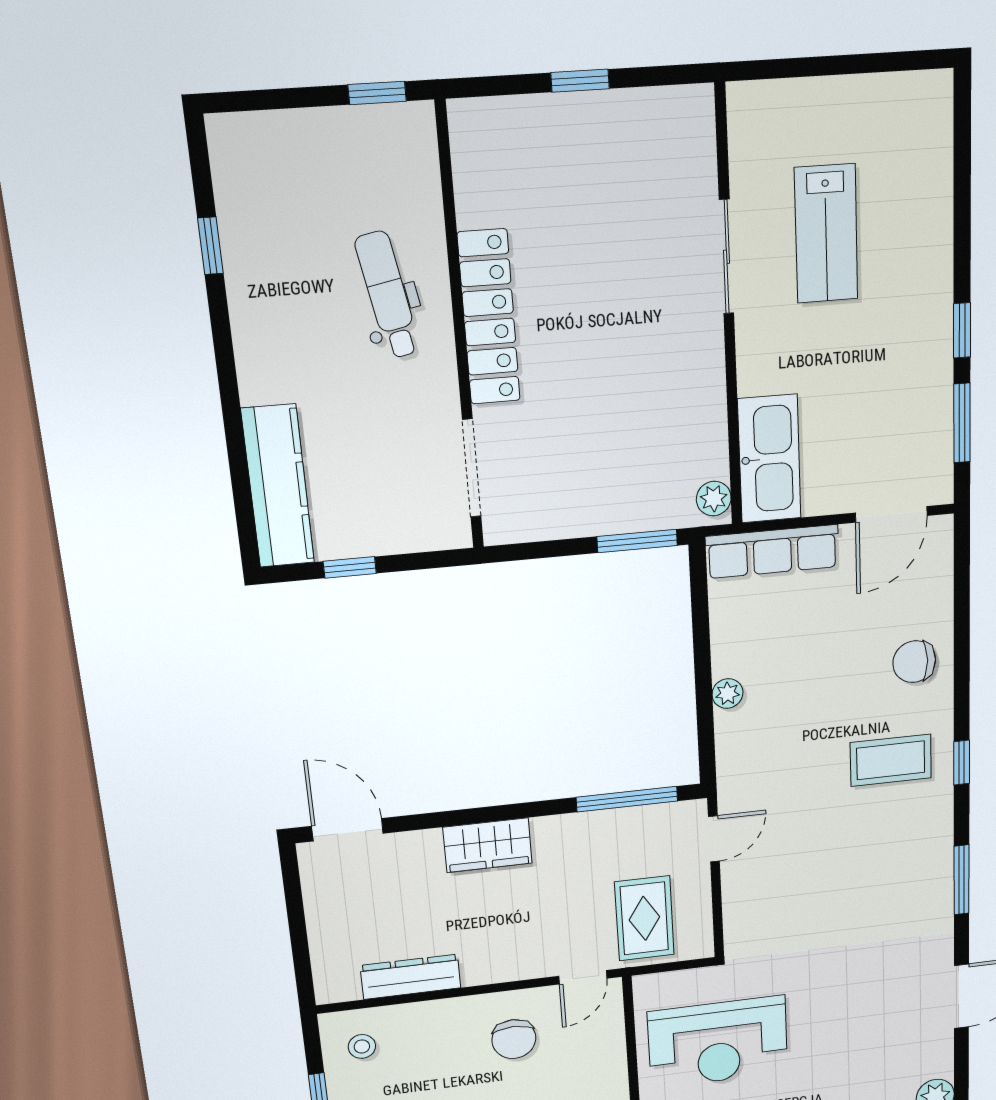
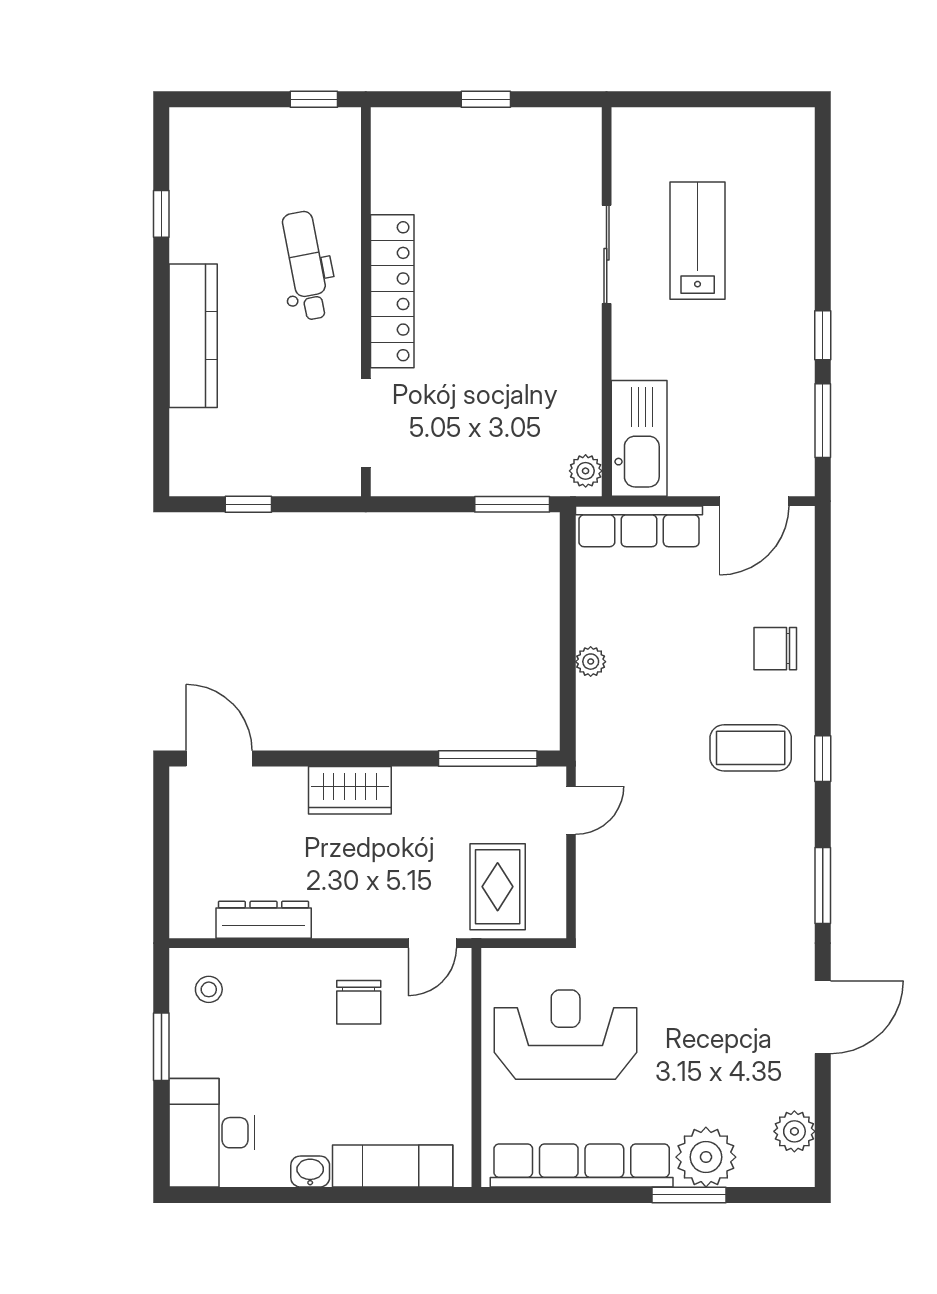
lab bench: (826, 234) -> (698, 241), turned 180
kitchen counter: (278, 486) -> (193, 336), moved
reception desk: (718, 1042) -> (566, 1035), turned 180

